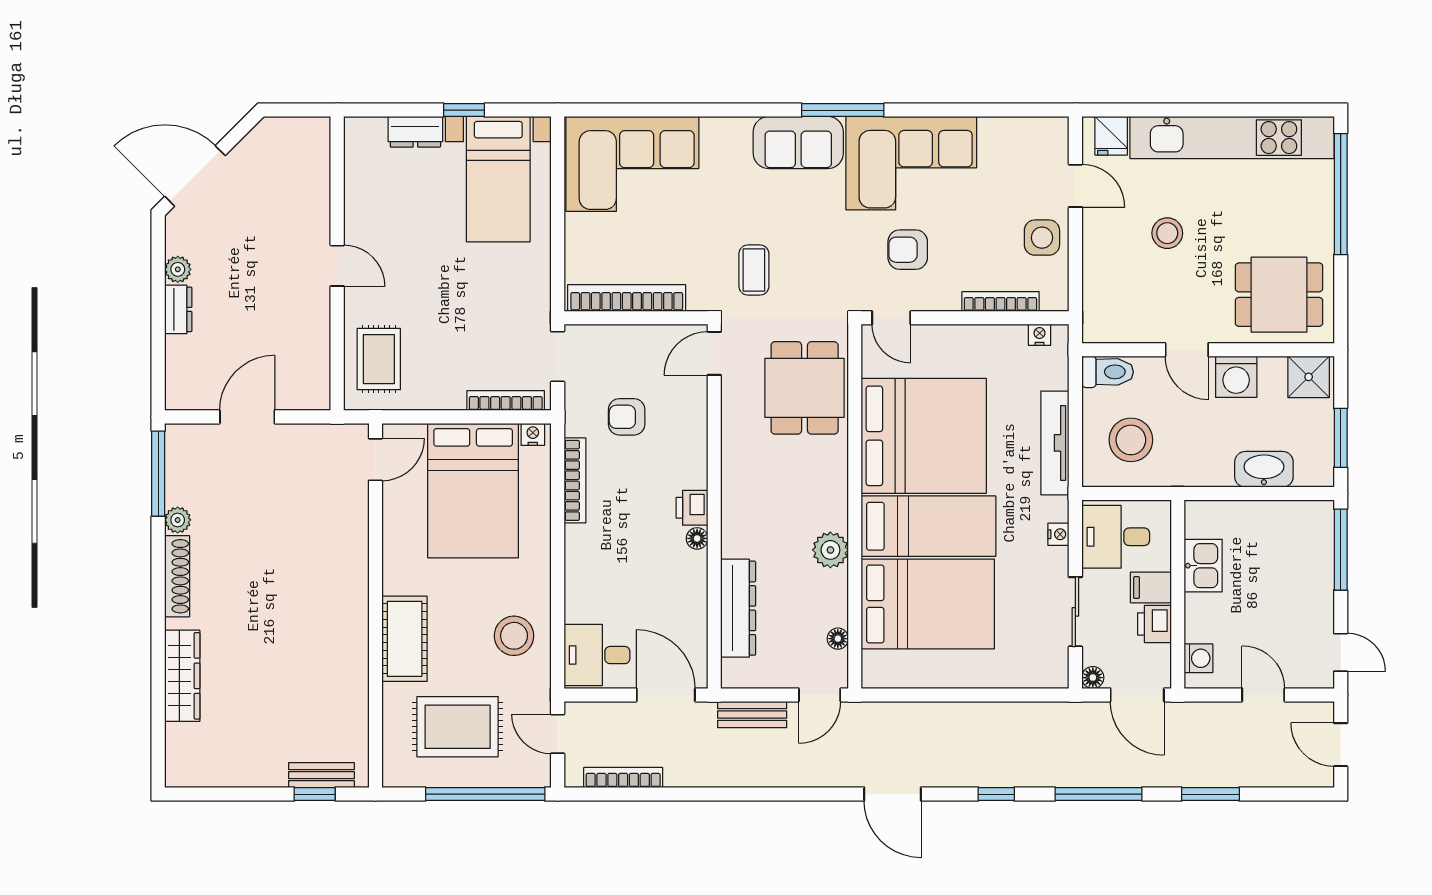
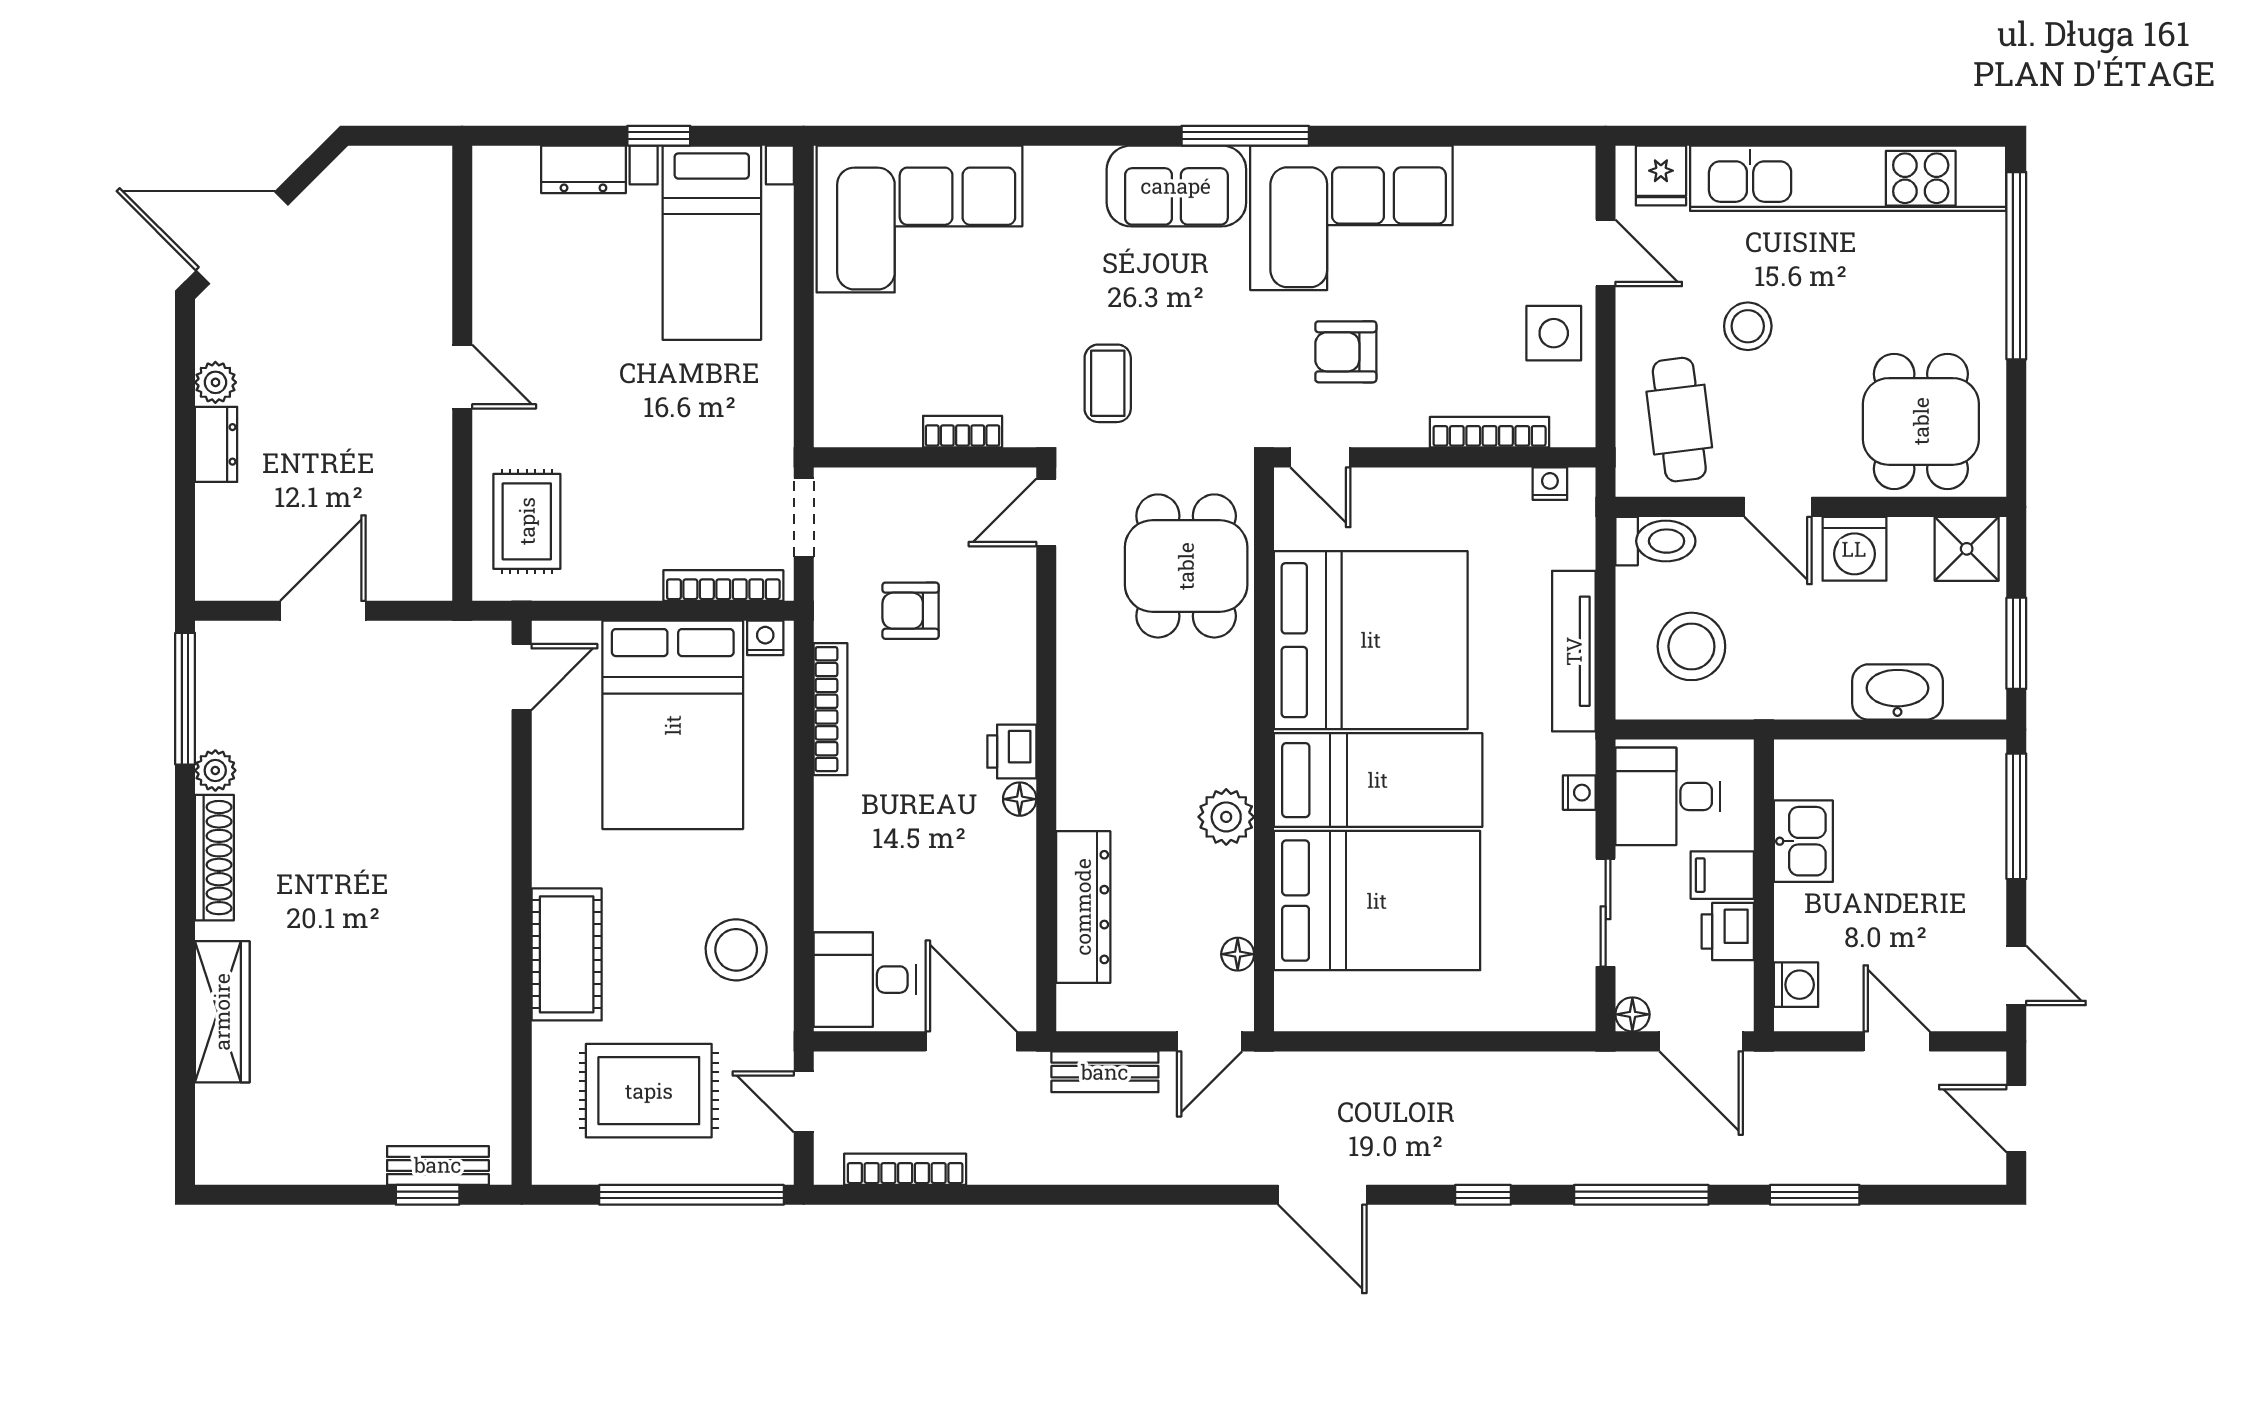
cafe table: (1123, 293) -> (1679, 420), added
dining table: (1279, 295) -> (1921, 421), turned 90
bookcase: (627, 298) -> (963, 432), width x0.43, depth x0.76

